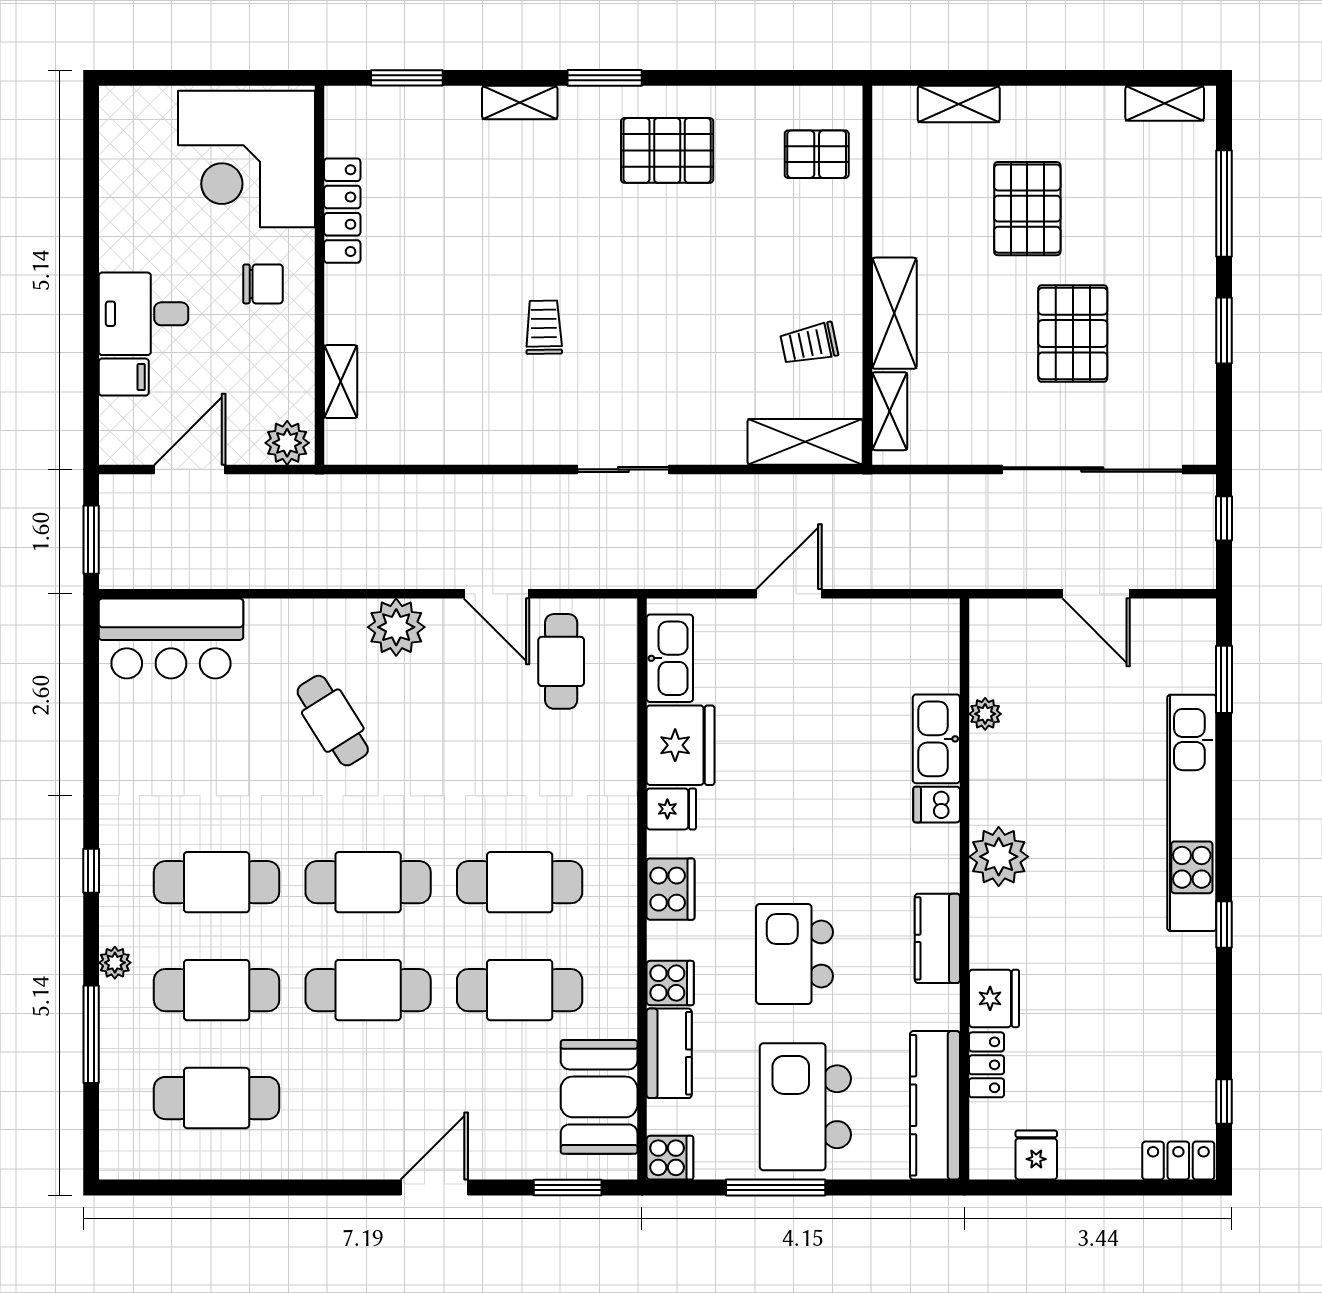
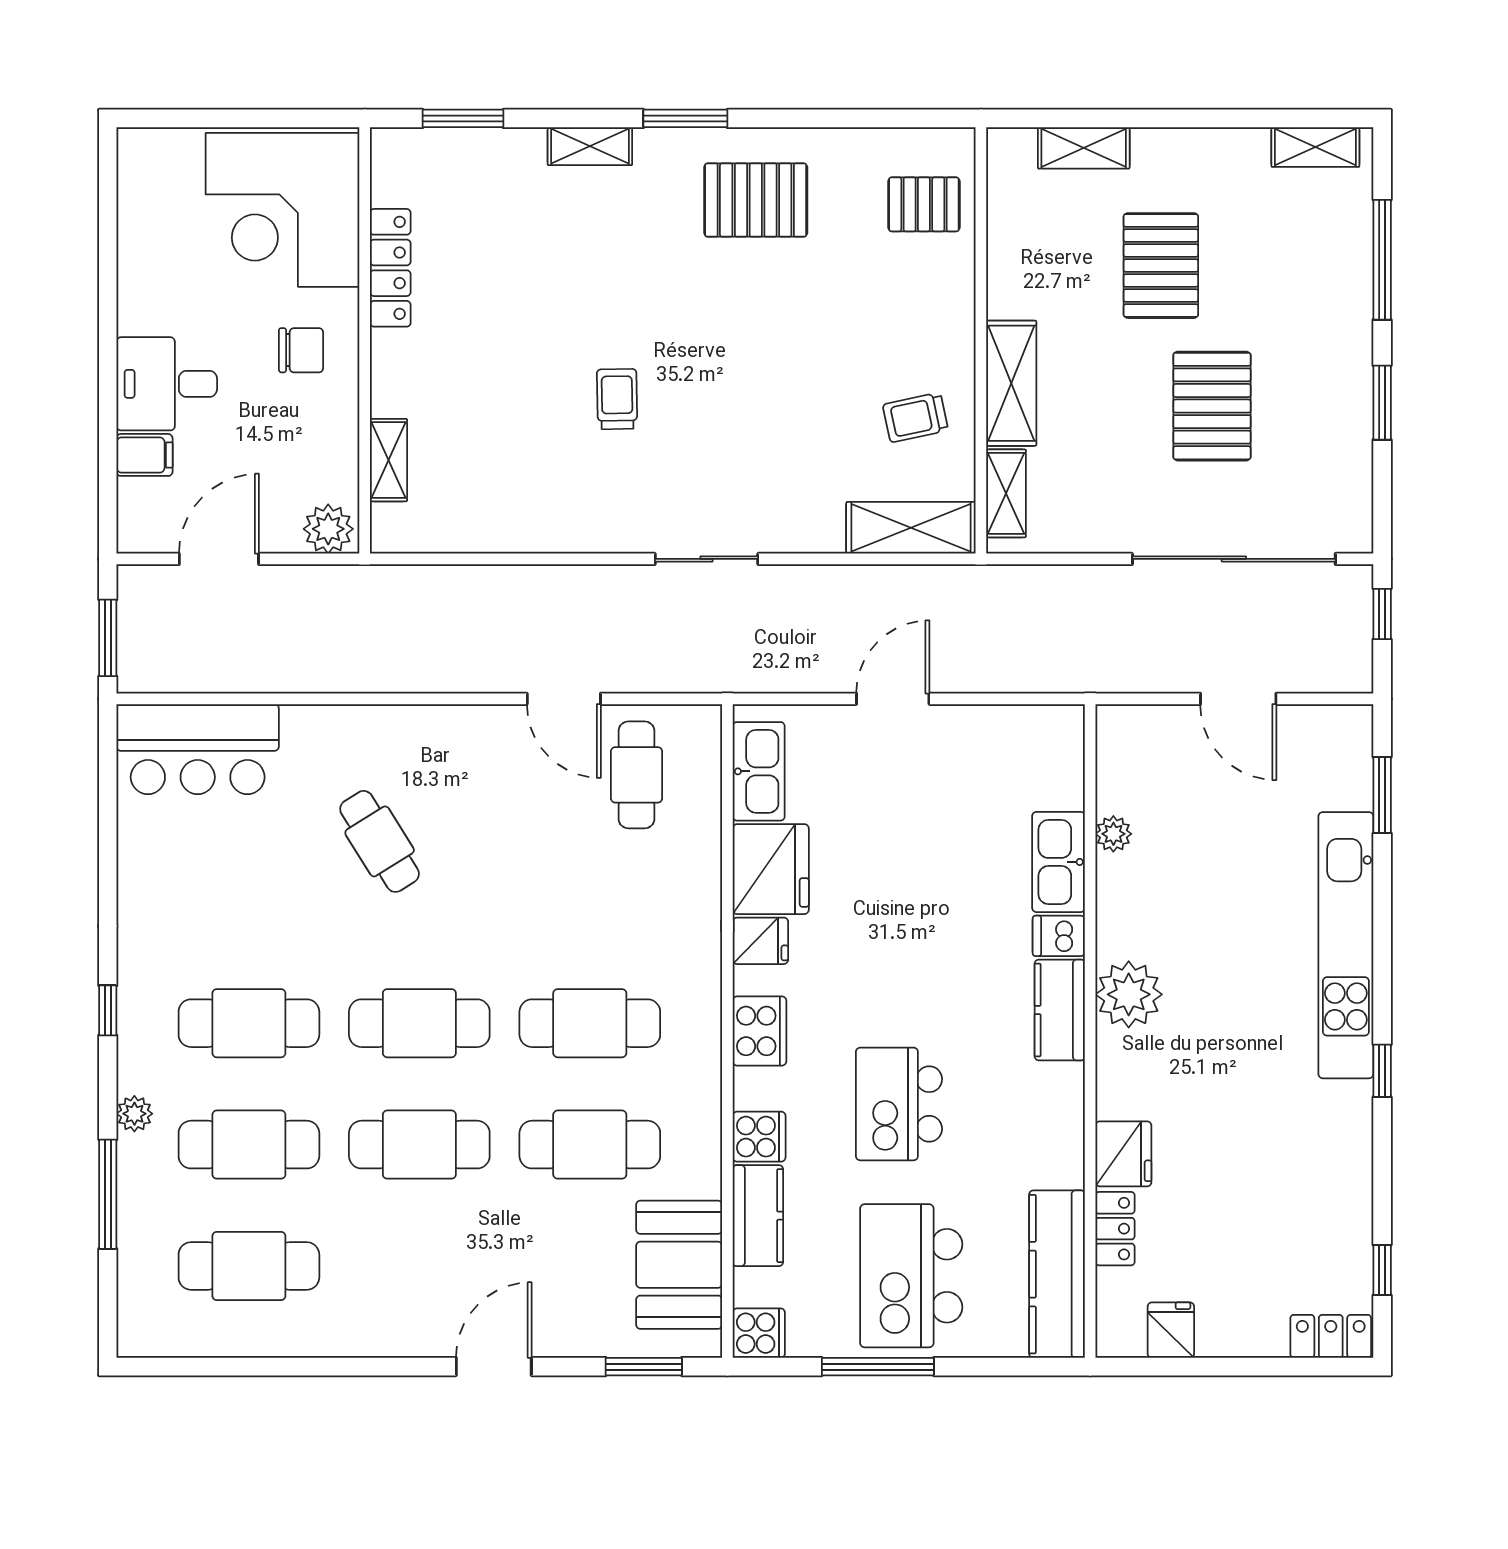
plant: (396, 627) -> (451, 736), removed
kitchen counter: (937, 938) -> (1060, 1010), moved

